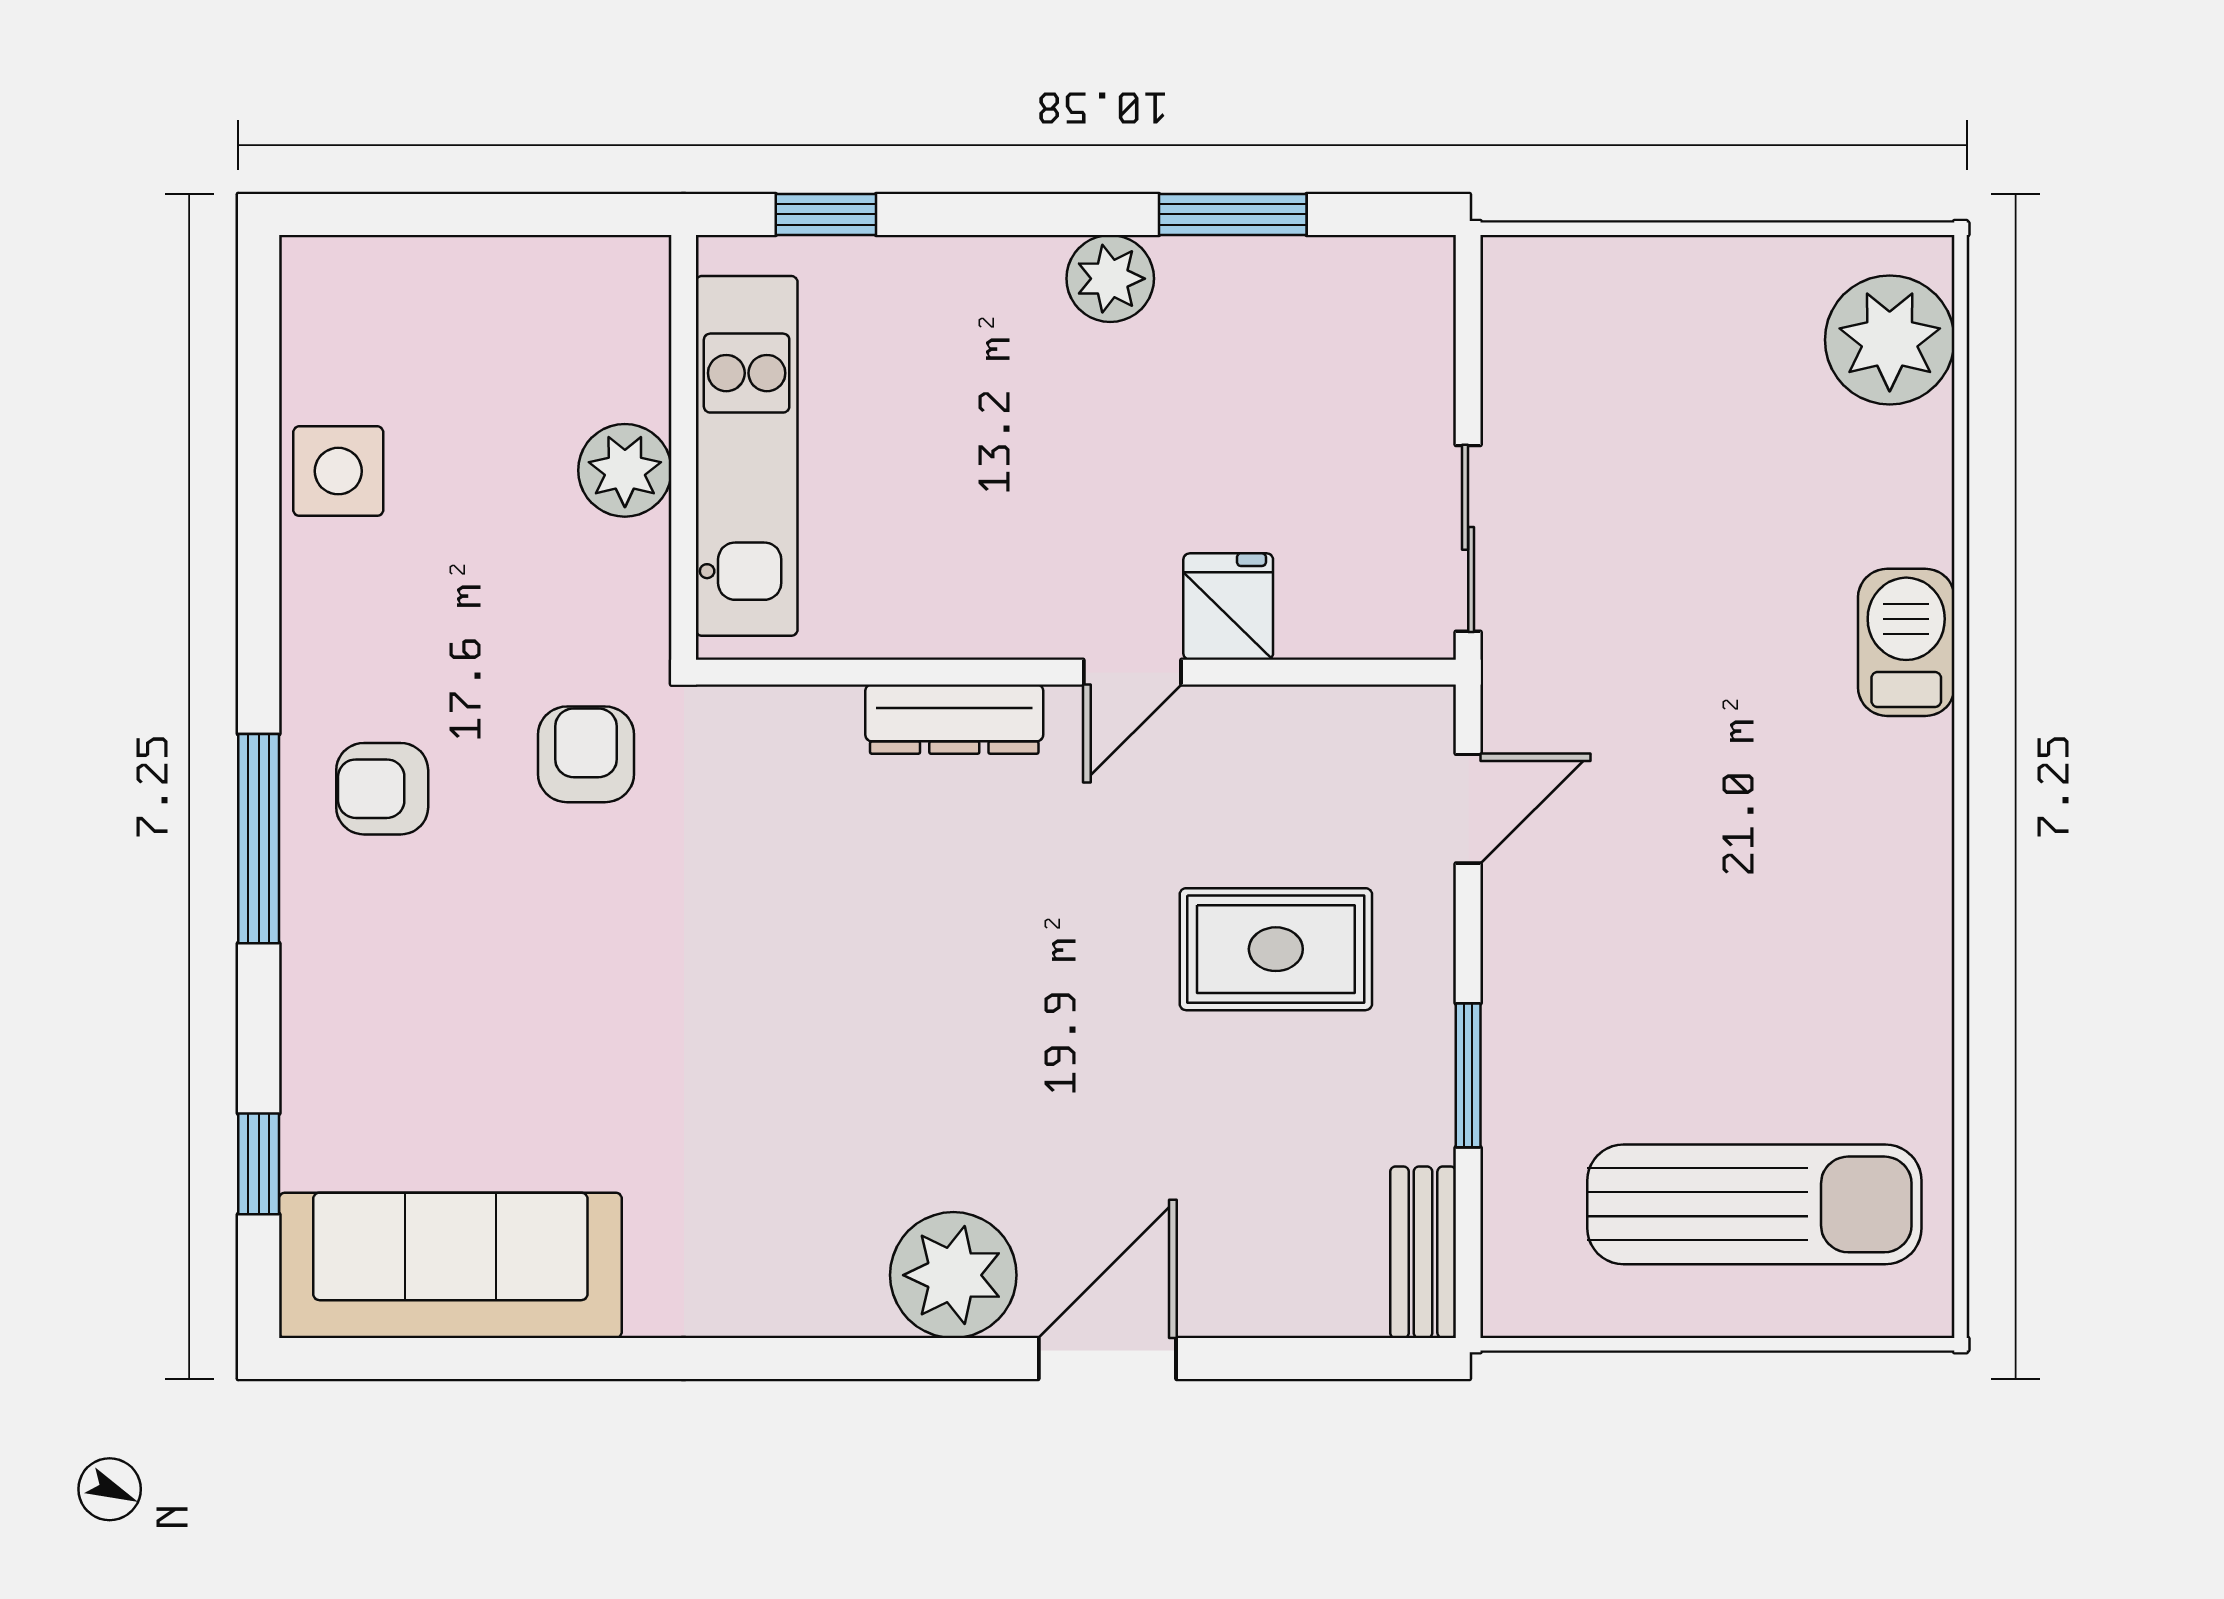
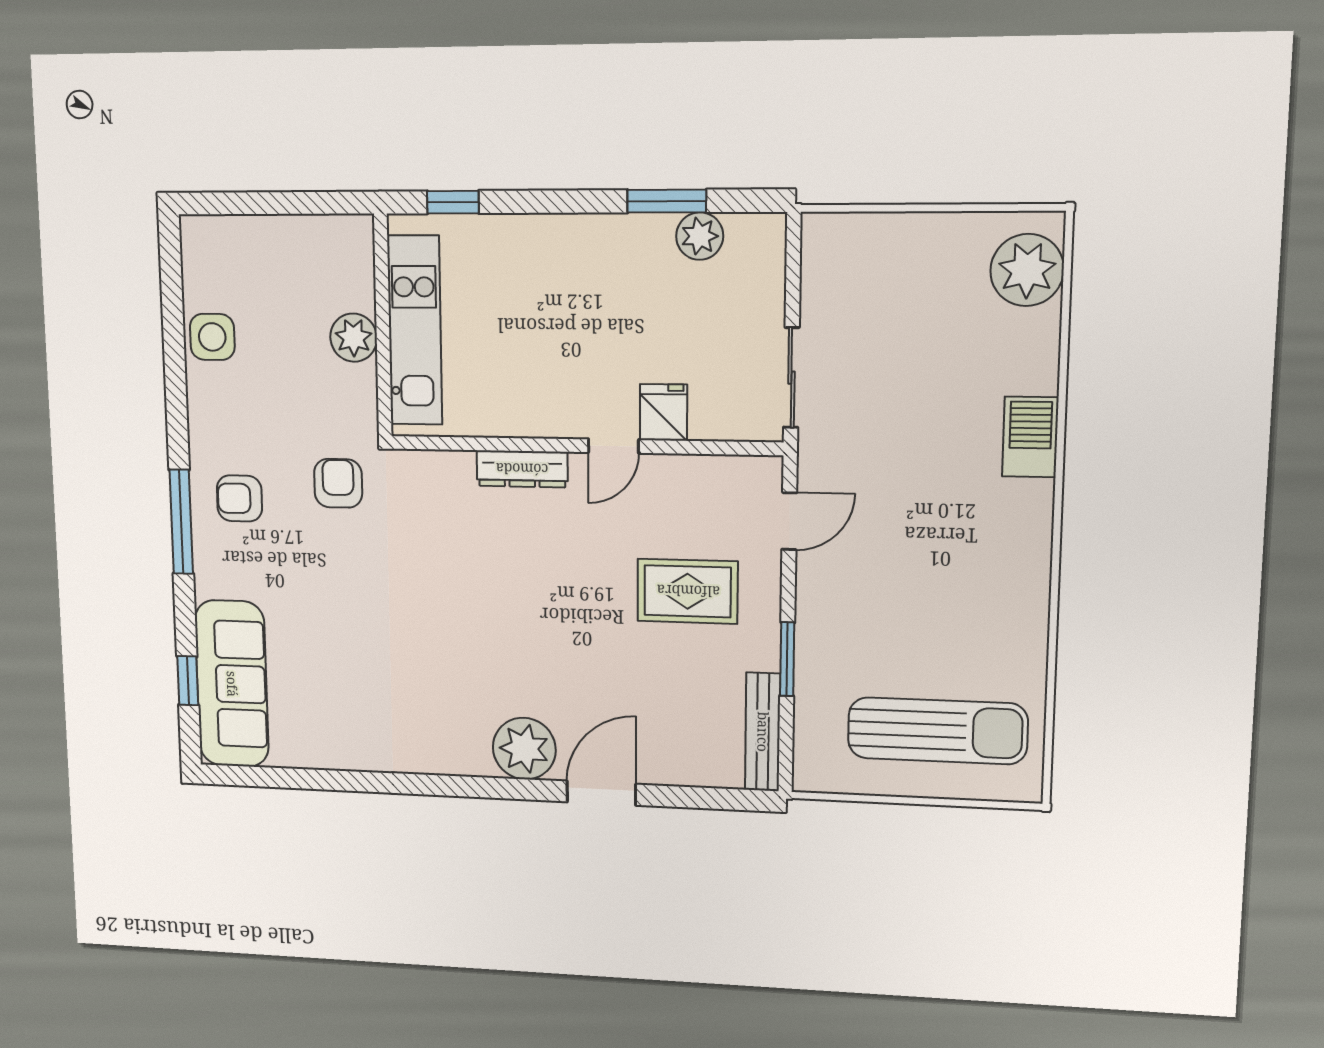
plant: (1110, 279) -> (700, 236), moved
bench: (1423, 1252) -> (763, 732), width x1.36
sofa: (450, 1265) -> (232, 684), moved, turned 90

